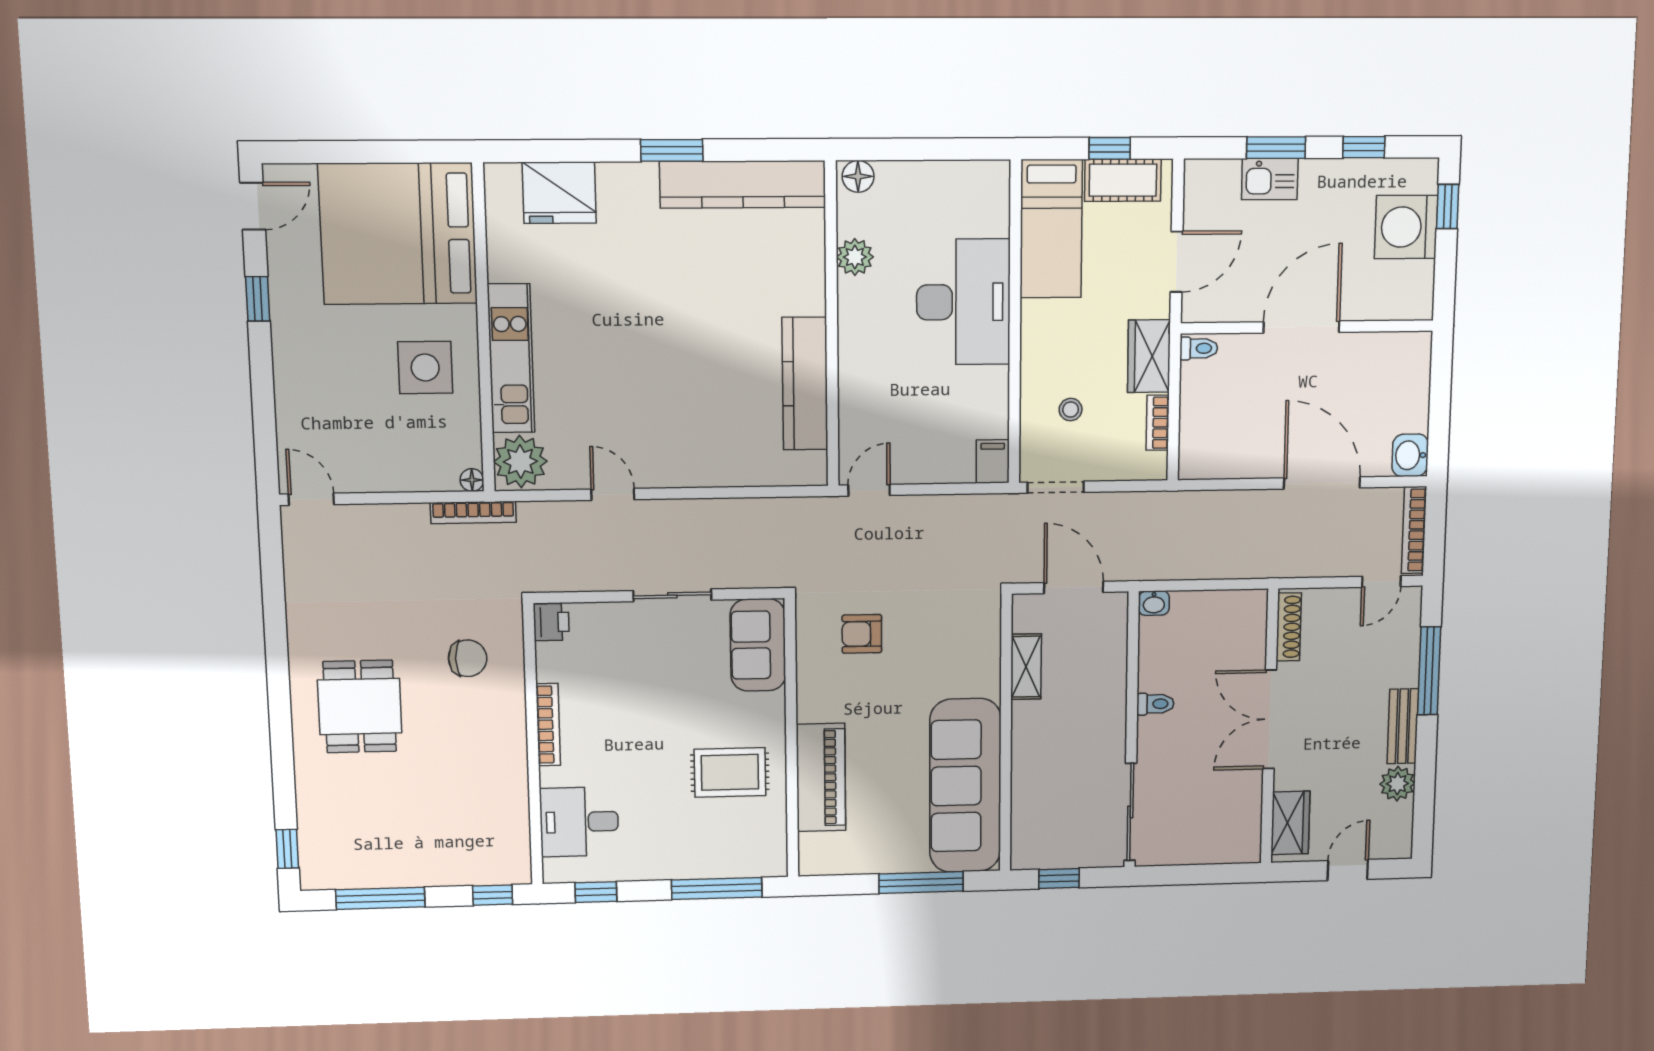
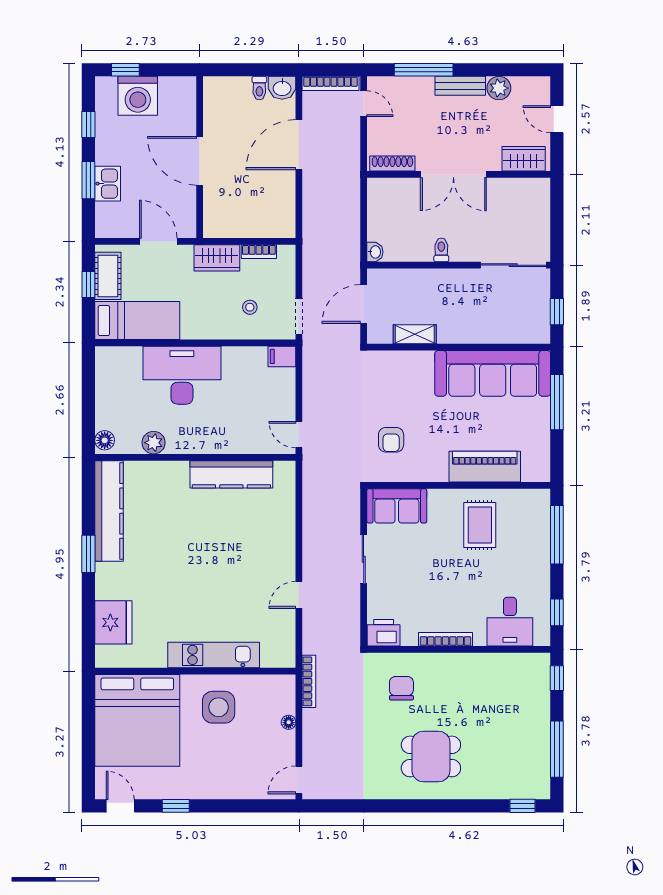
toilet: (1199, 348) -> (259, 88), moved, turned 180
plant: (520, 462) -> (277, 651), removed
floor lamp: (472, 480) -> (289, 722), moved
printer: (551, 622) -> (384, 633), width x1.36, depth x1.24

